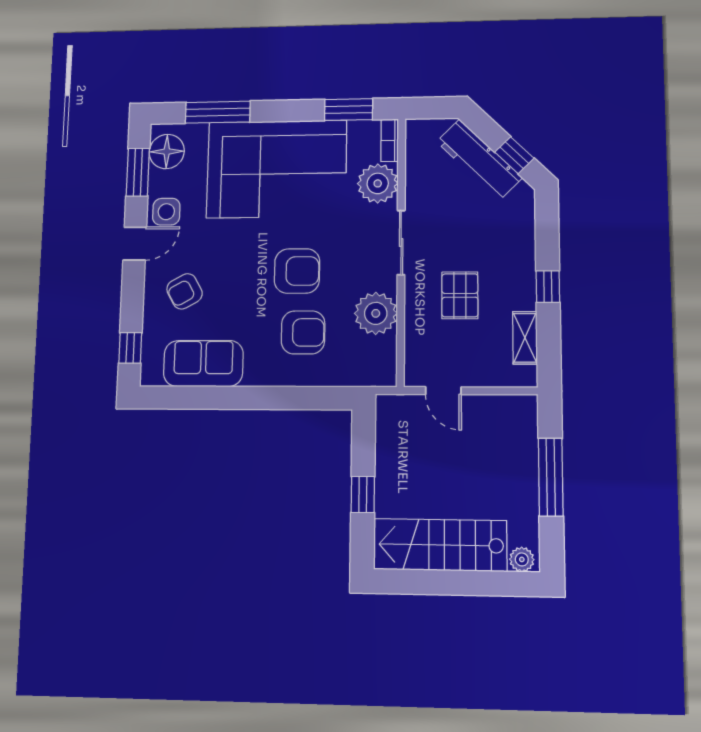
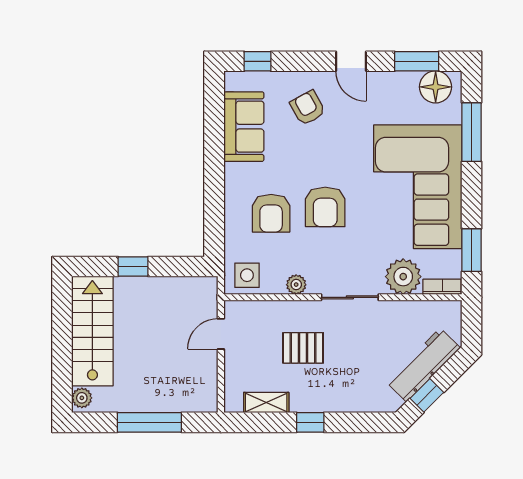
side table: (166, 212) -> (247, 275), moved
plant: (376, 313) -> (296, 285), width x0.53, depth x0.53

